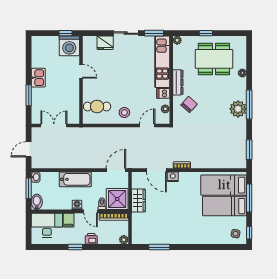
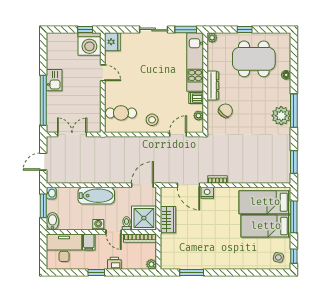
fridge: (105, 43) -> (112, 42), moved, turned -90
window: (29, 95) -> (43, 100), width x2.11

